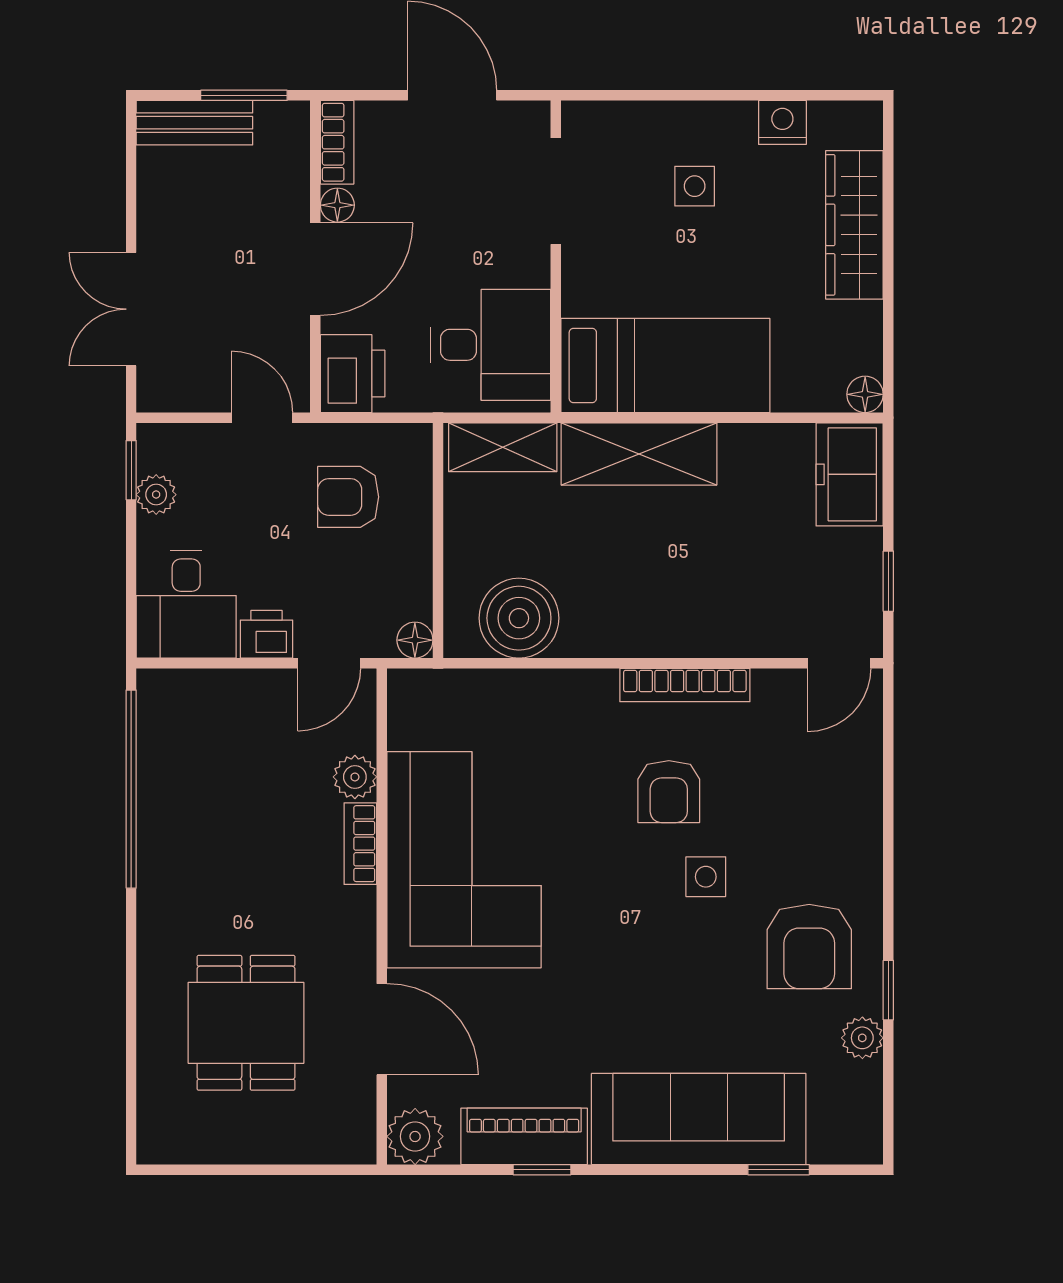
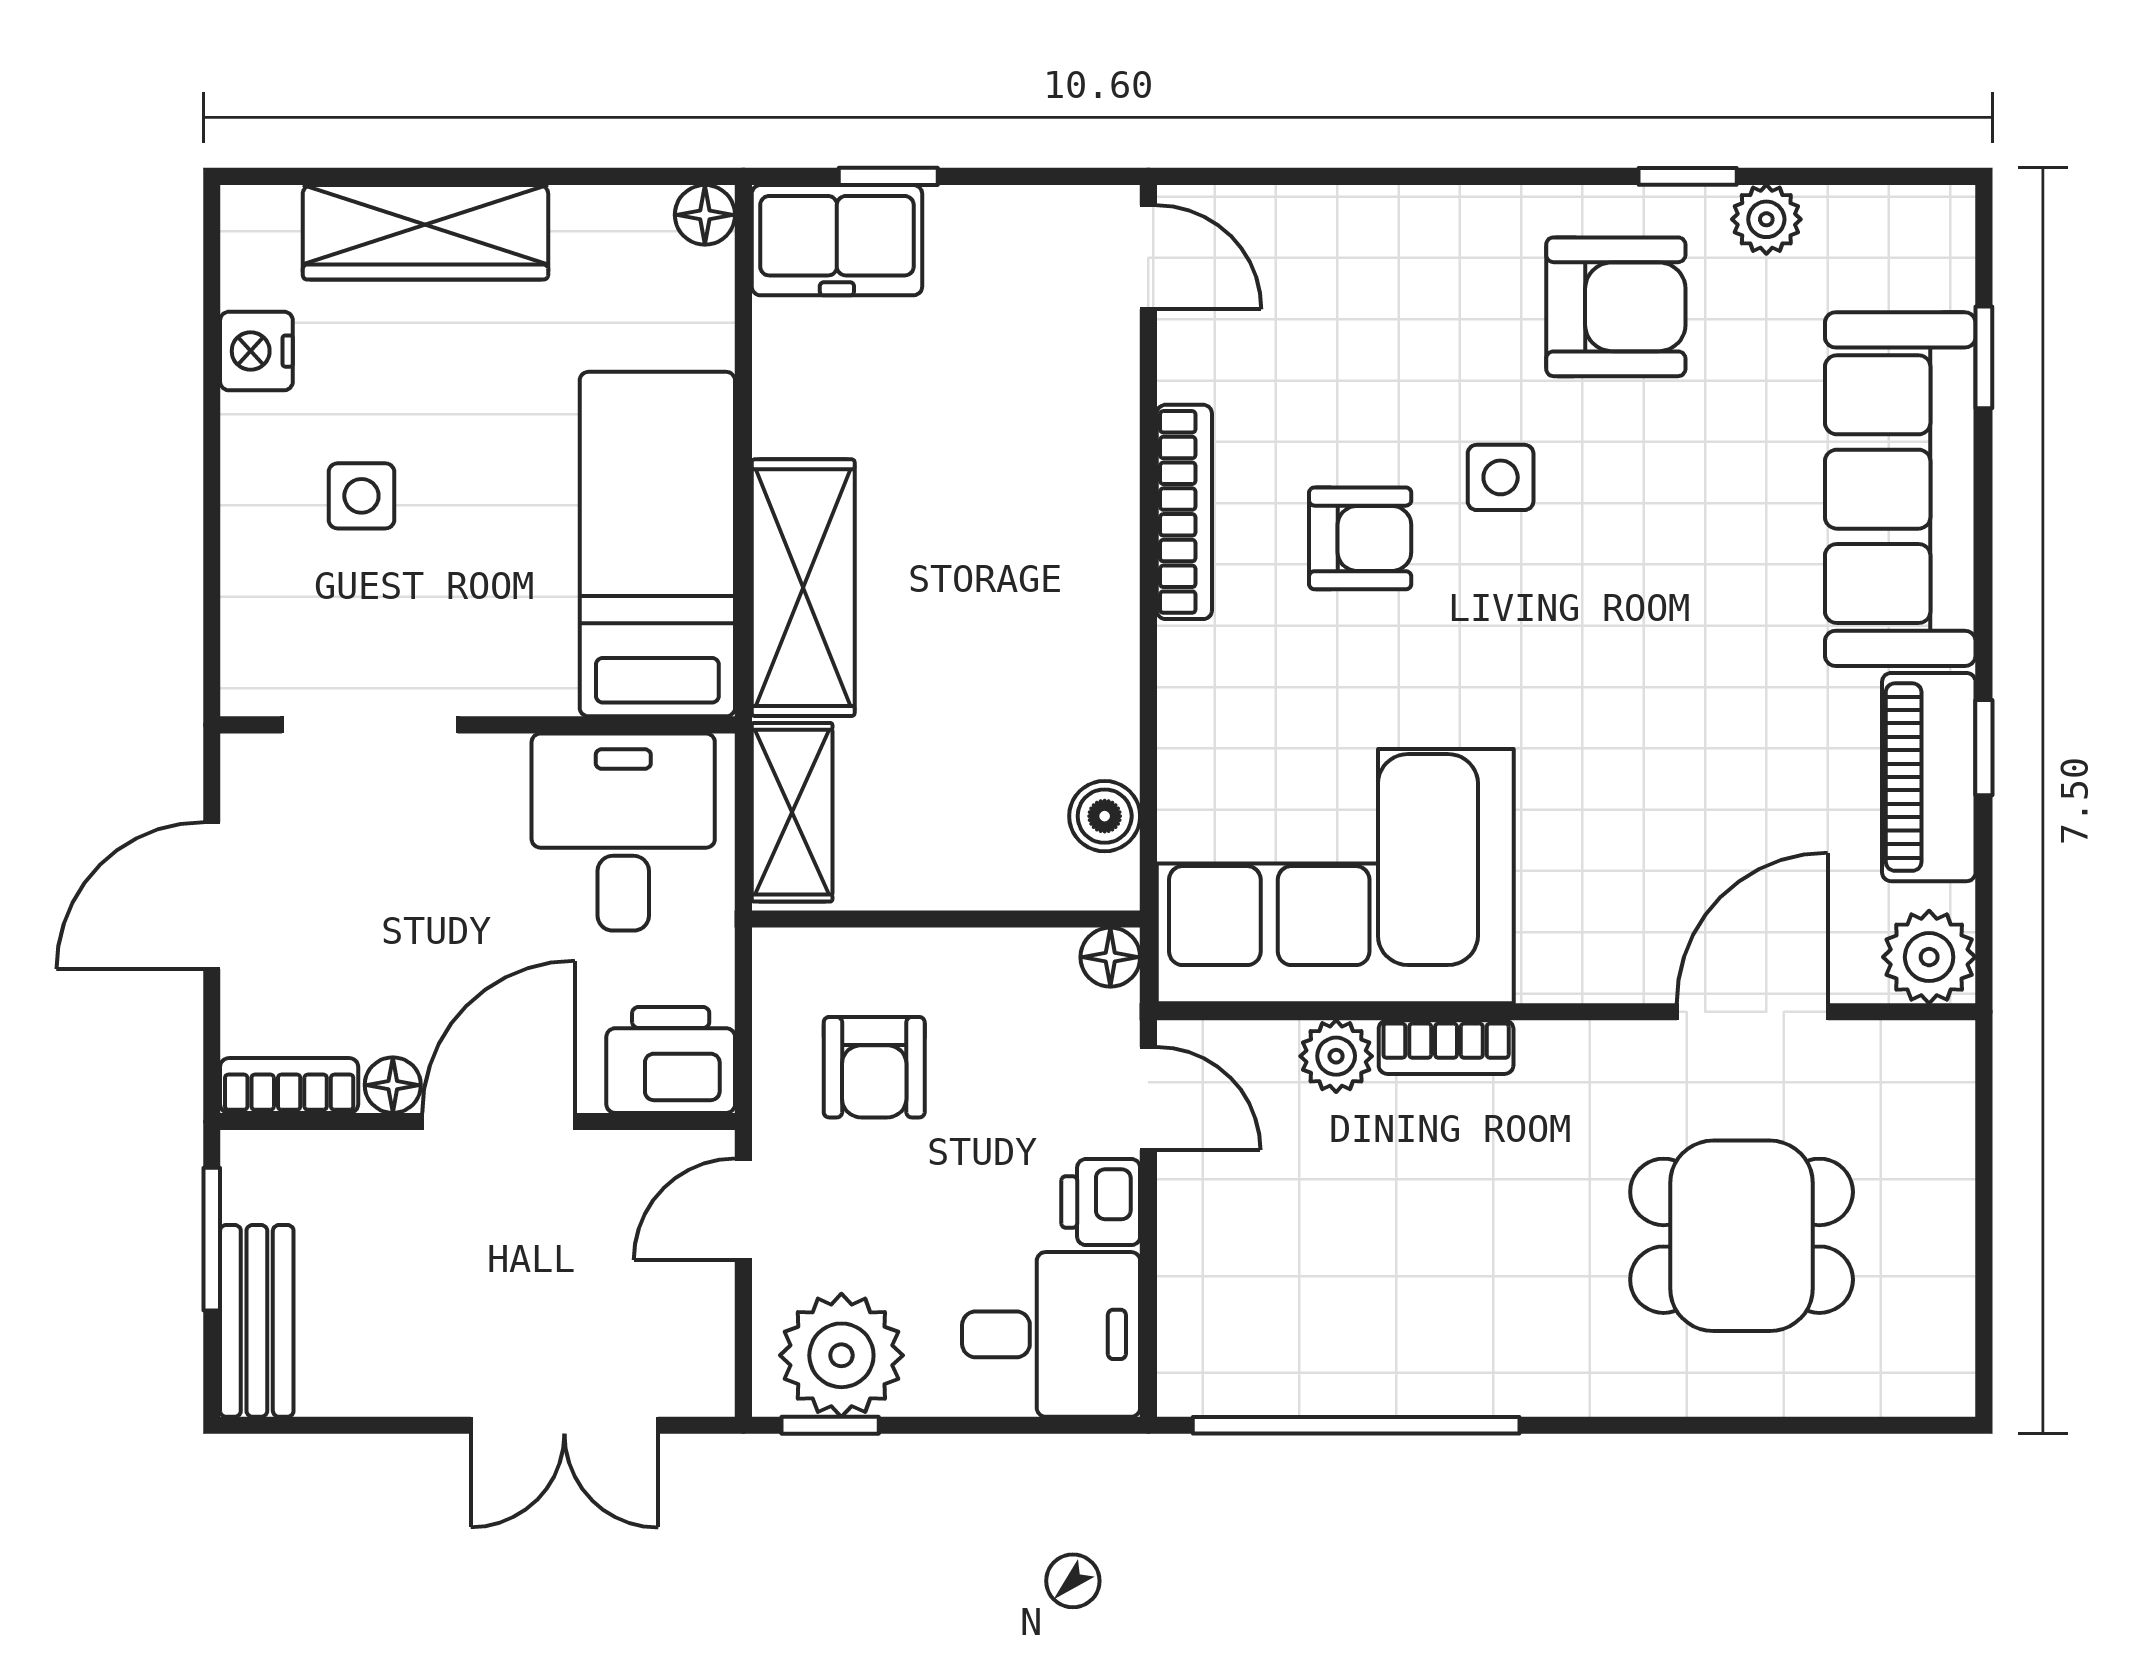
door: (315, 269) -> (499, 1122), hinge flipped
plant: (156, 495) -> (841, 1355), width x1.87, depth x1.87
window: (888, 581) -> (888, 176), moved
boiler: (519, 618) -> (1105, 816), width x0.54, depth x0.54
corner sofa: (464, 860) -> (1335, 876), moved

